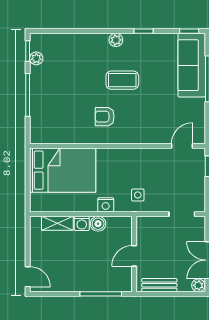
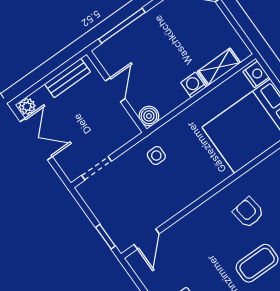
armchair: (105, 117) -> (248, 212), turned -97
nightstand: (106, 205) -> (256, 74), moved, turned 90
boiler: (98, 224) -> (149, 116), moved

